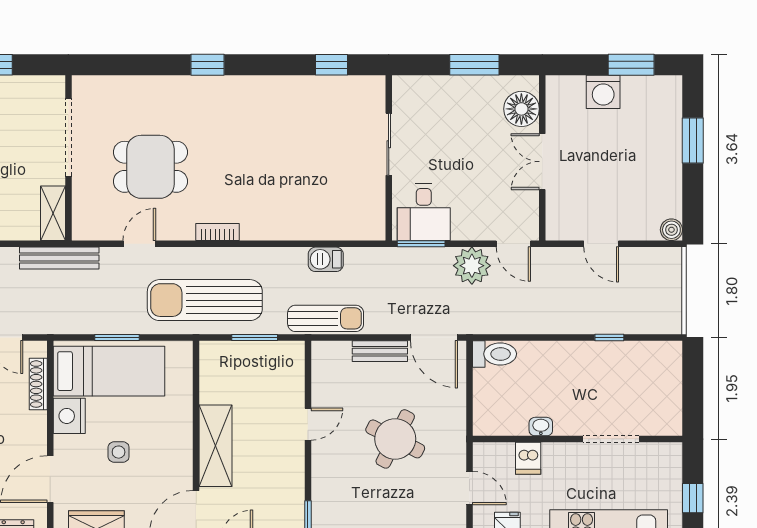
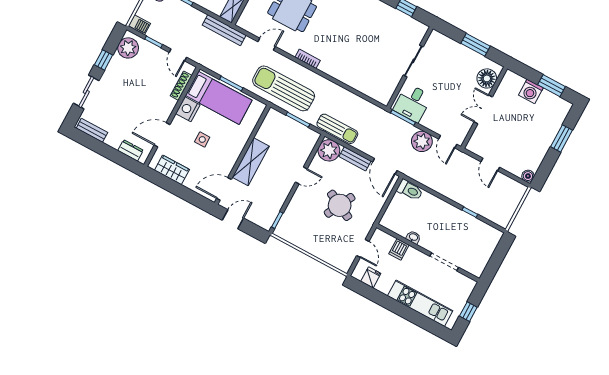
barbecue: (326, 259) -> (353, 100), removed
plant: (331, 360) -> (329, 150), added

